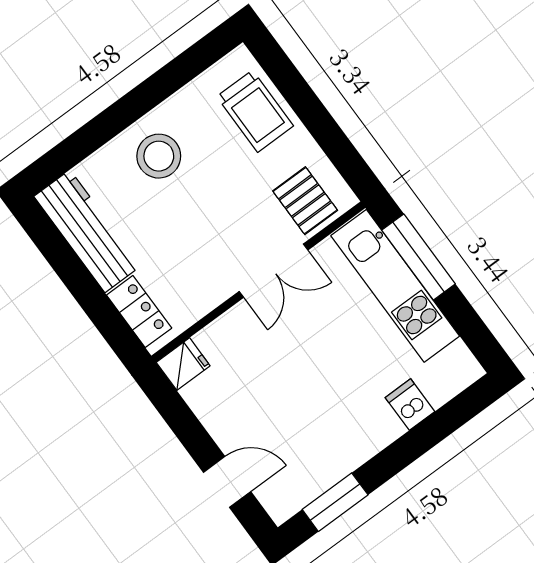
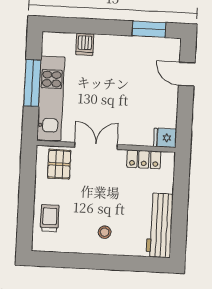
trolley: (255, 111) -> (50, 218), width x0.73, depth x0.72
stool: (159, 156) -> (105, 232), width x0.53, depth x0.53
window: (419, 257) -> (32, 83), moved
locker: (139, 312) -> (144, 159), moved, turned -90

